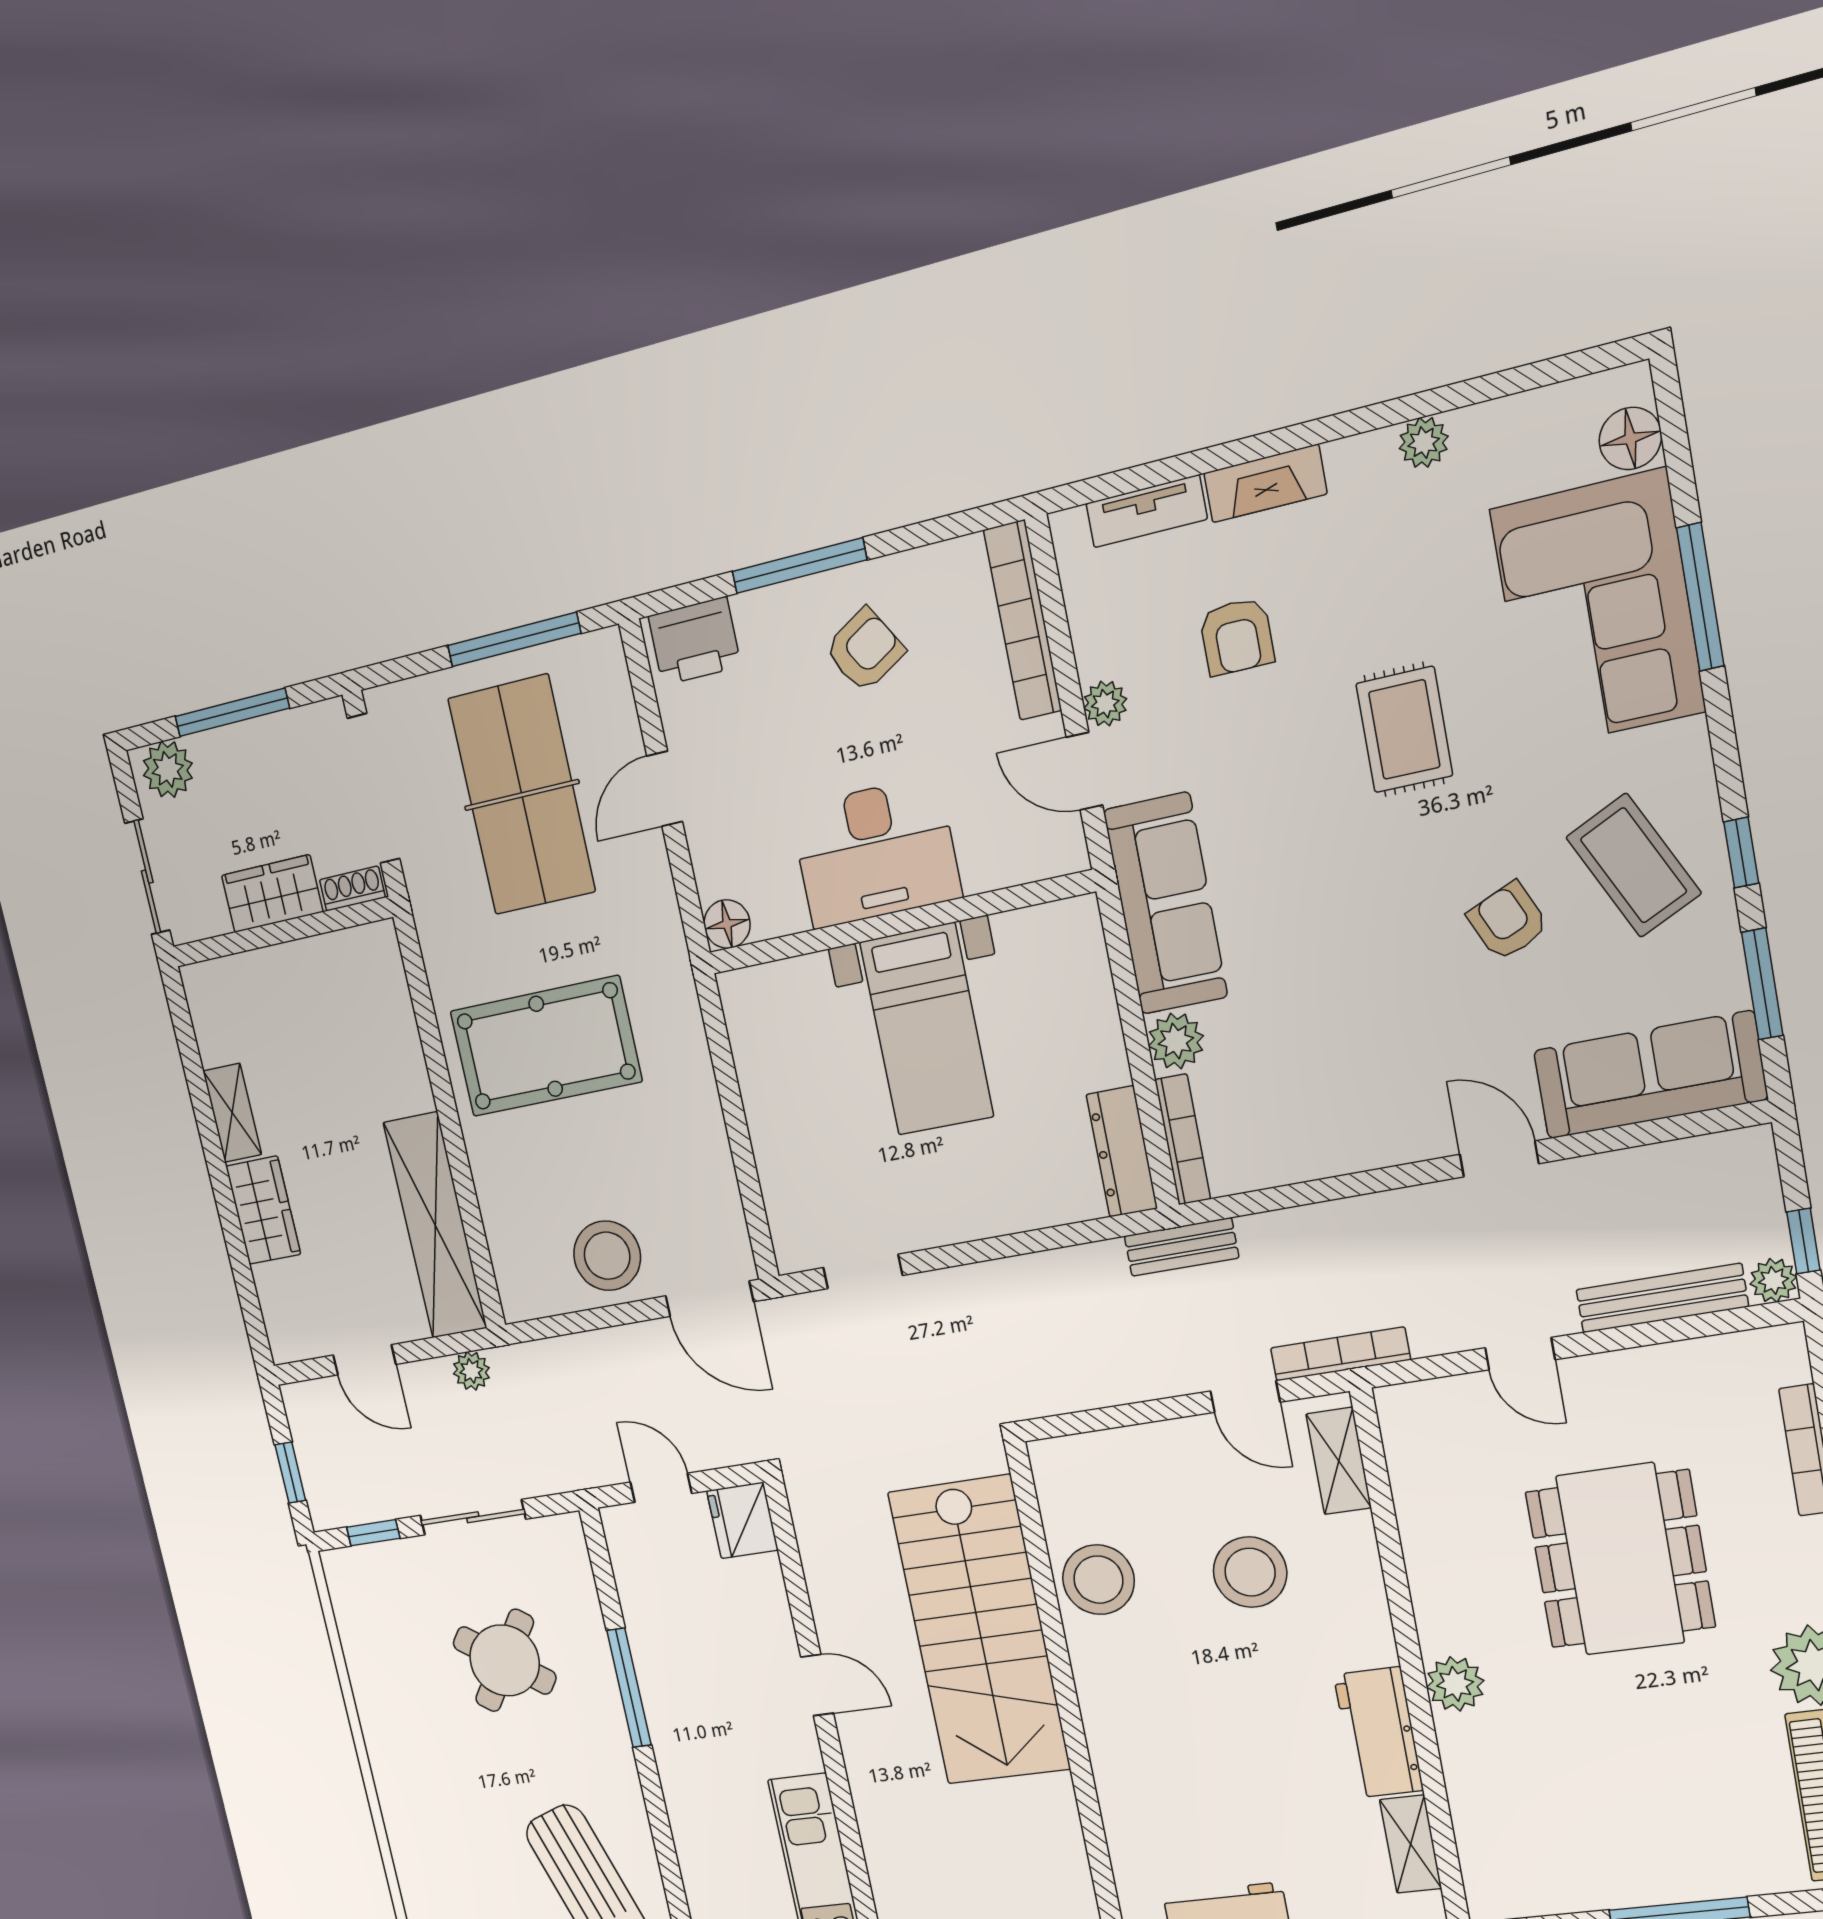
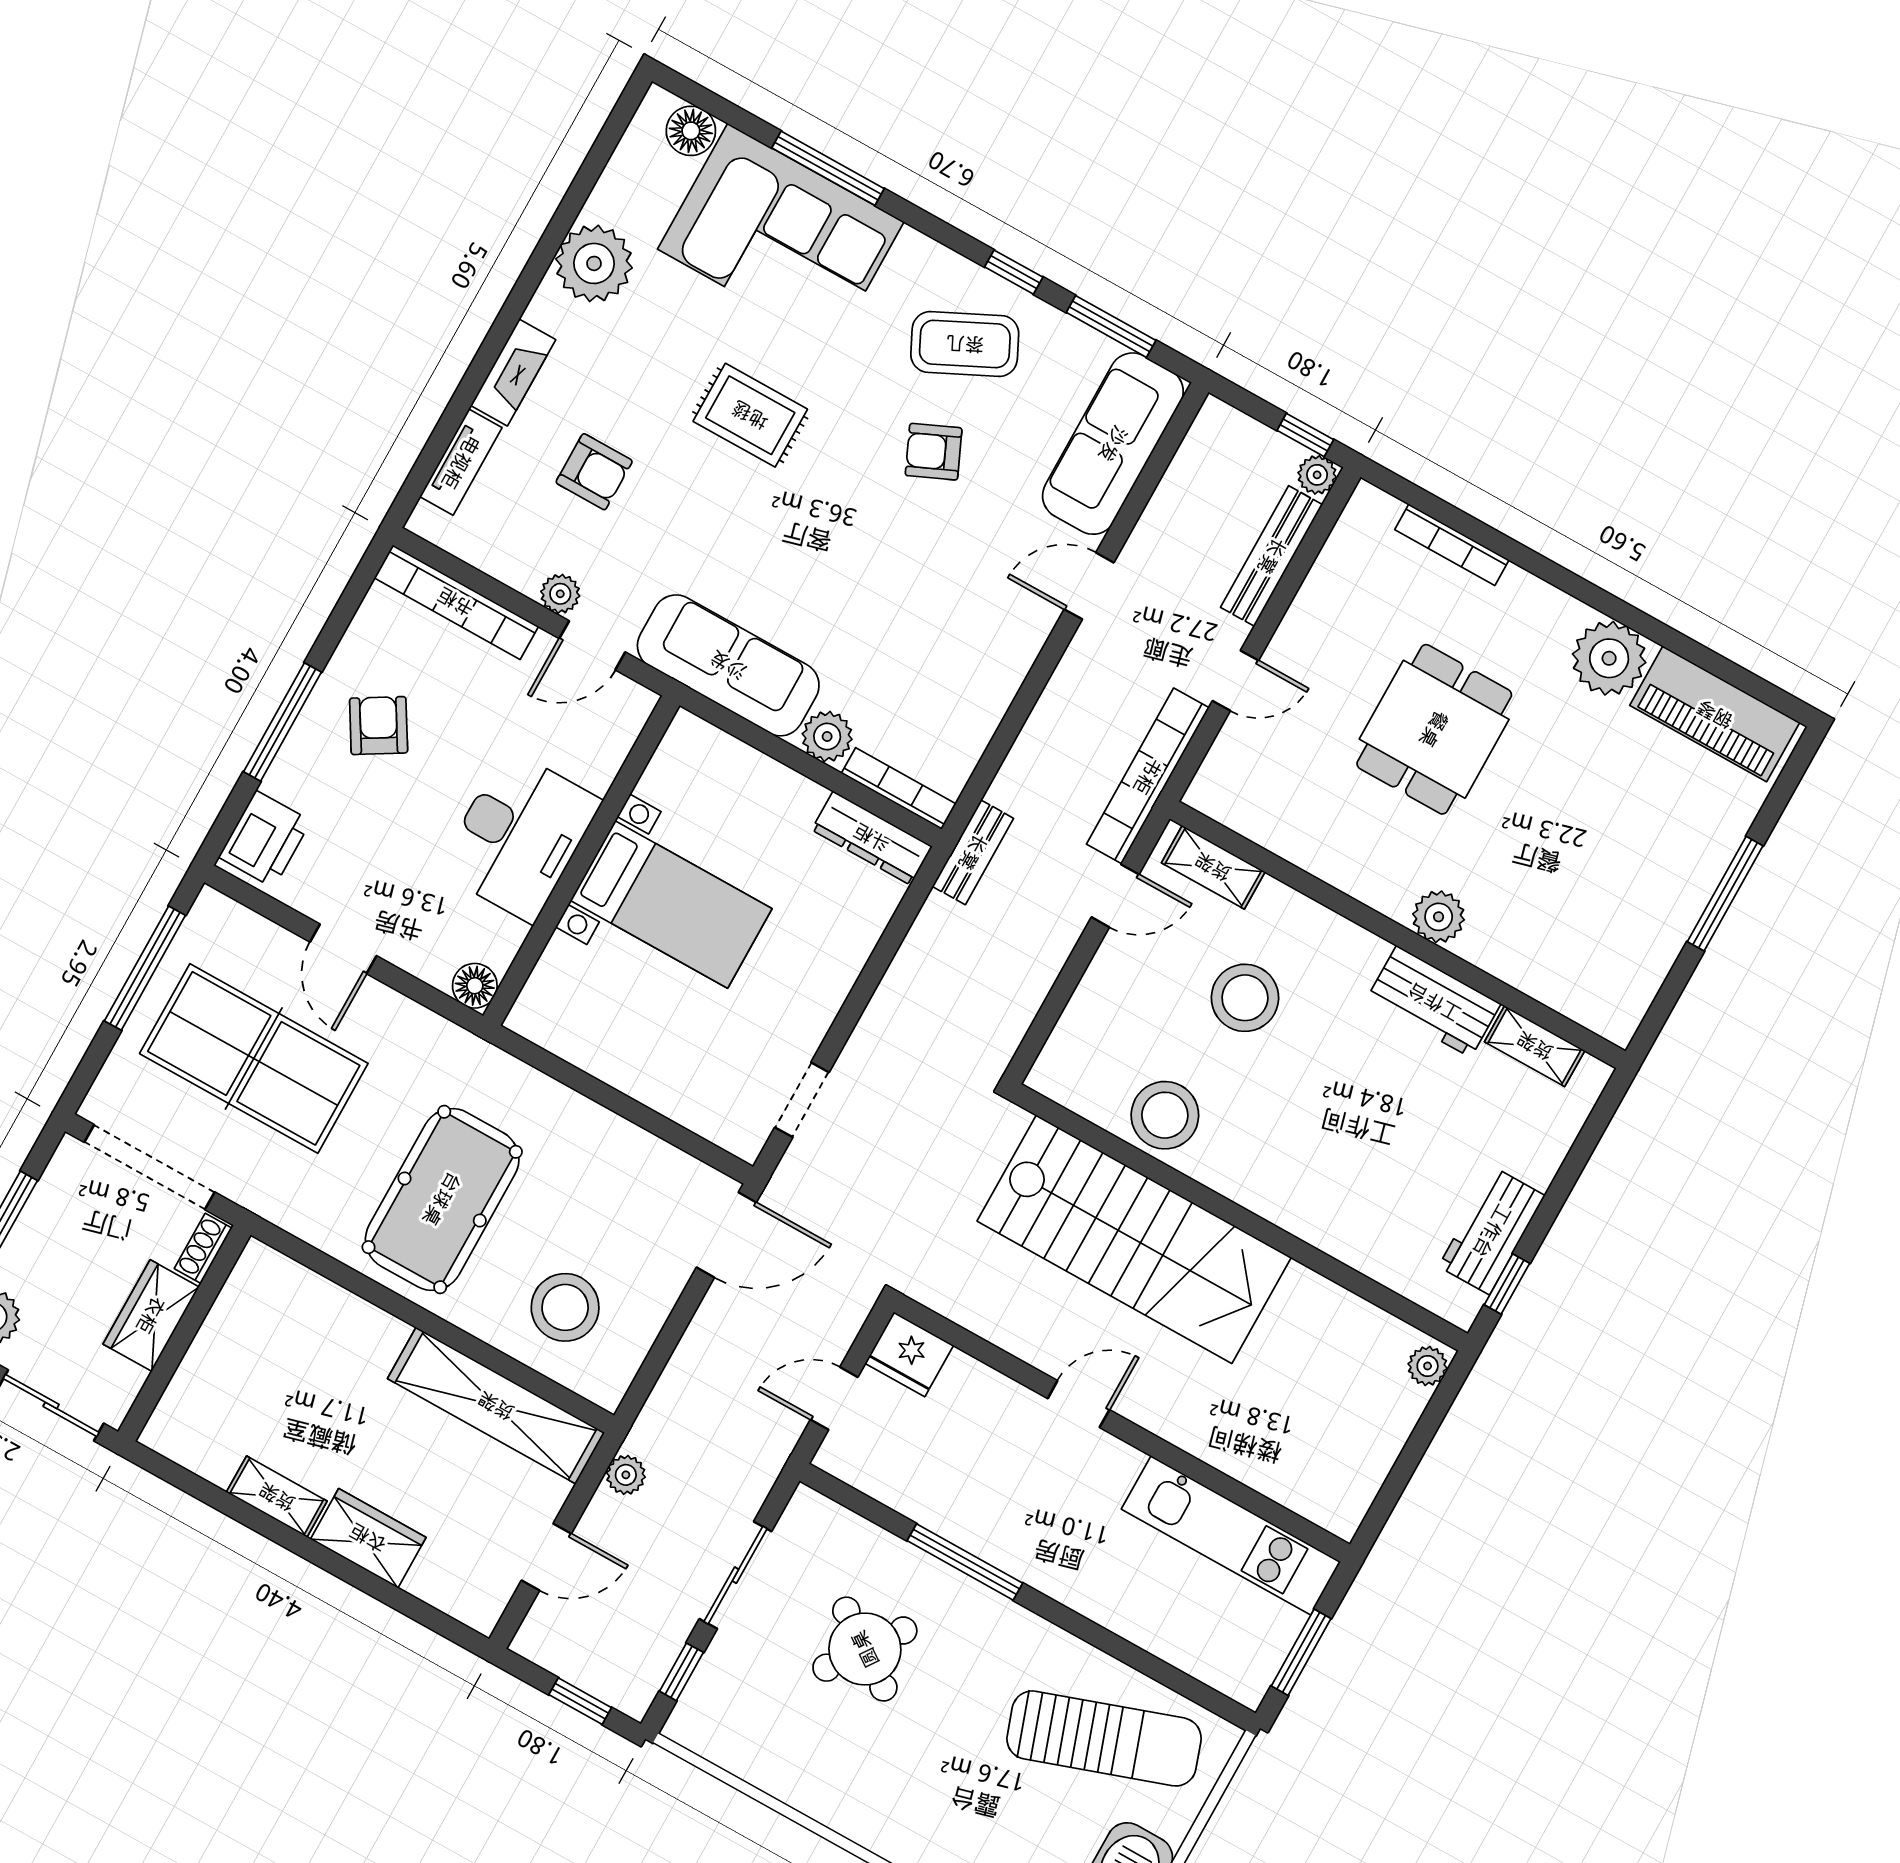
plant: (1424, 442) -> (594, 263), width x1.87, depth x1.87
stool: (607, 1256) -> (565, 1307), moved
bookcase: (1340, 1354) -> (1148, 776), width x1.48, depth x1.31
dining table: (1620, 1559) -> (1434, 729), width x0.73

